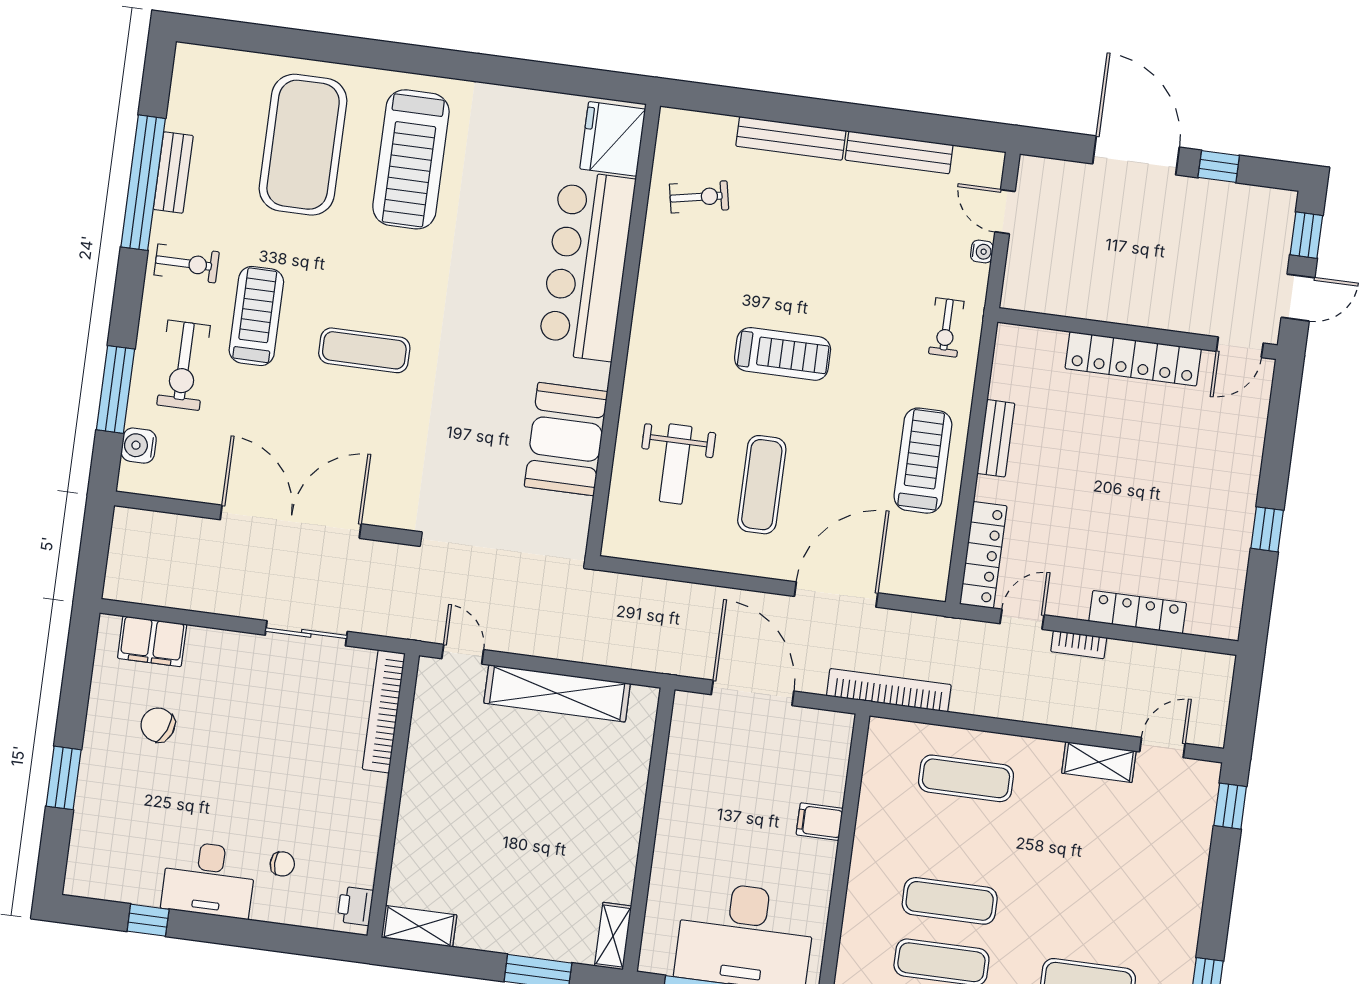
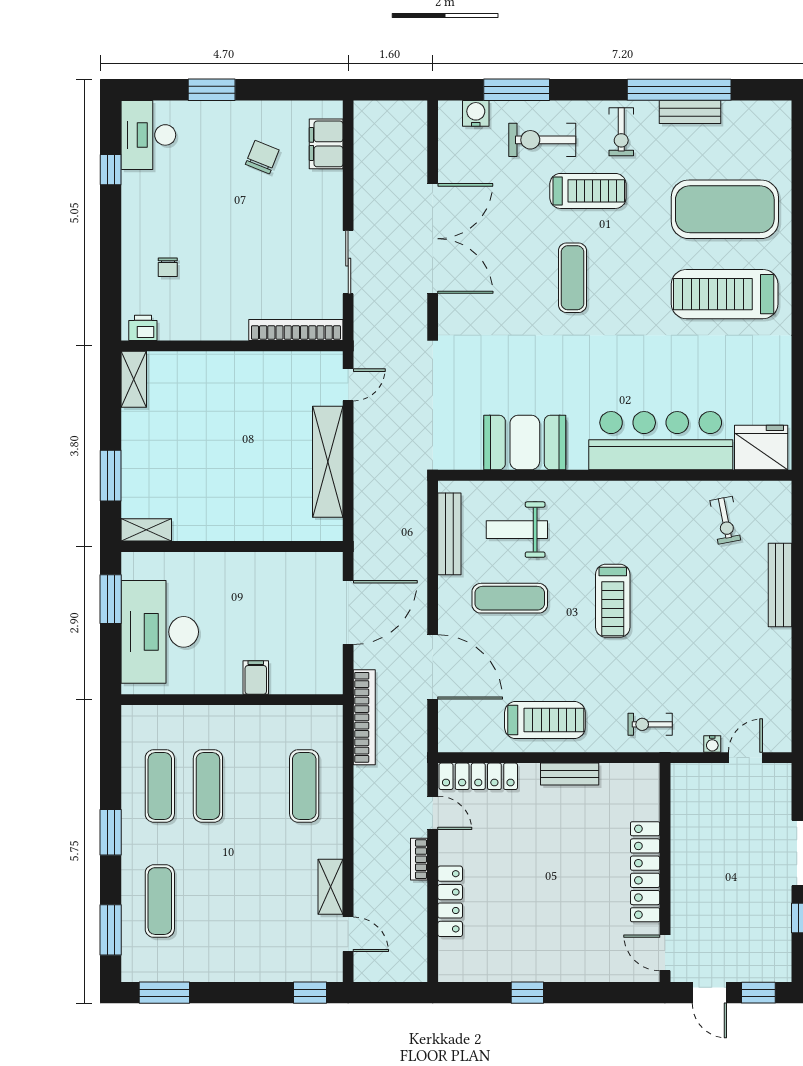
bench: (899, 152) -> (449, 534), moved
desk: (209, 879) -> (148, 135), moved

